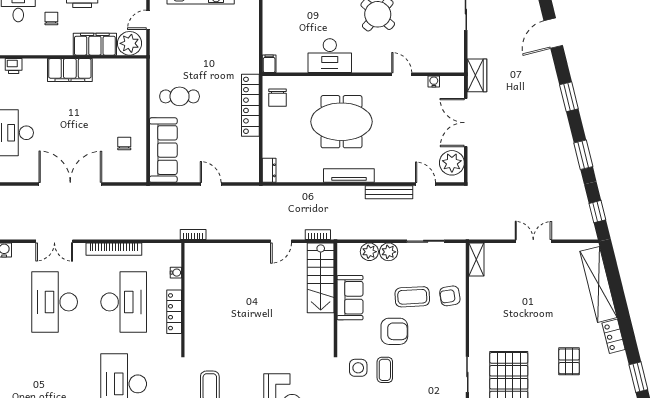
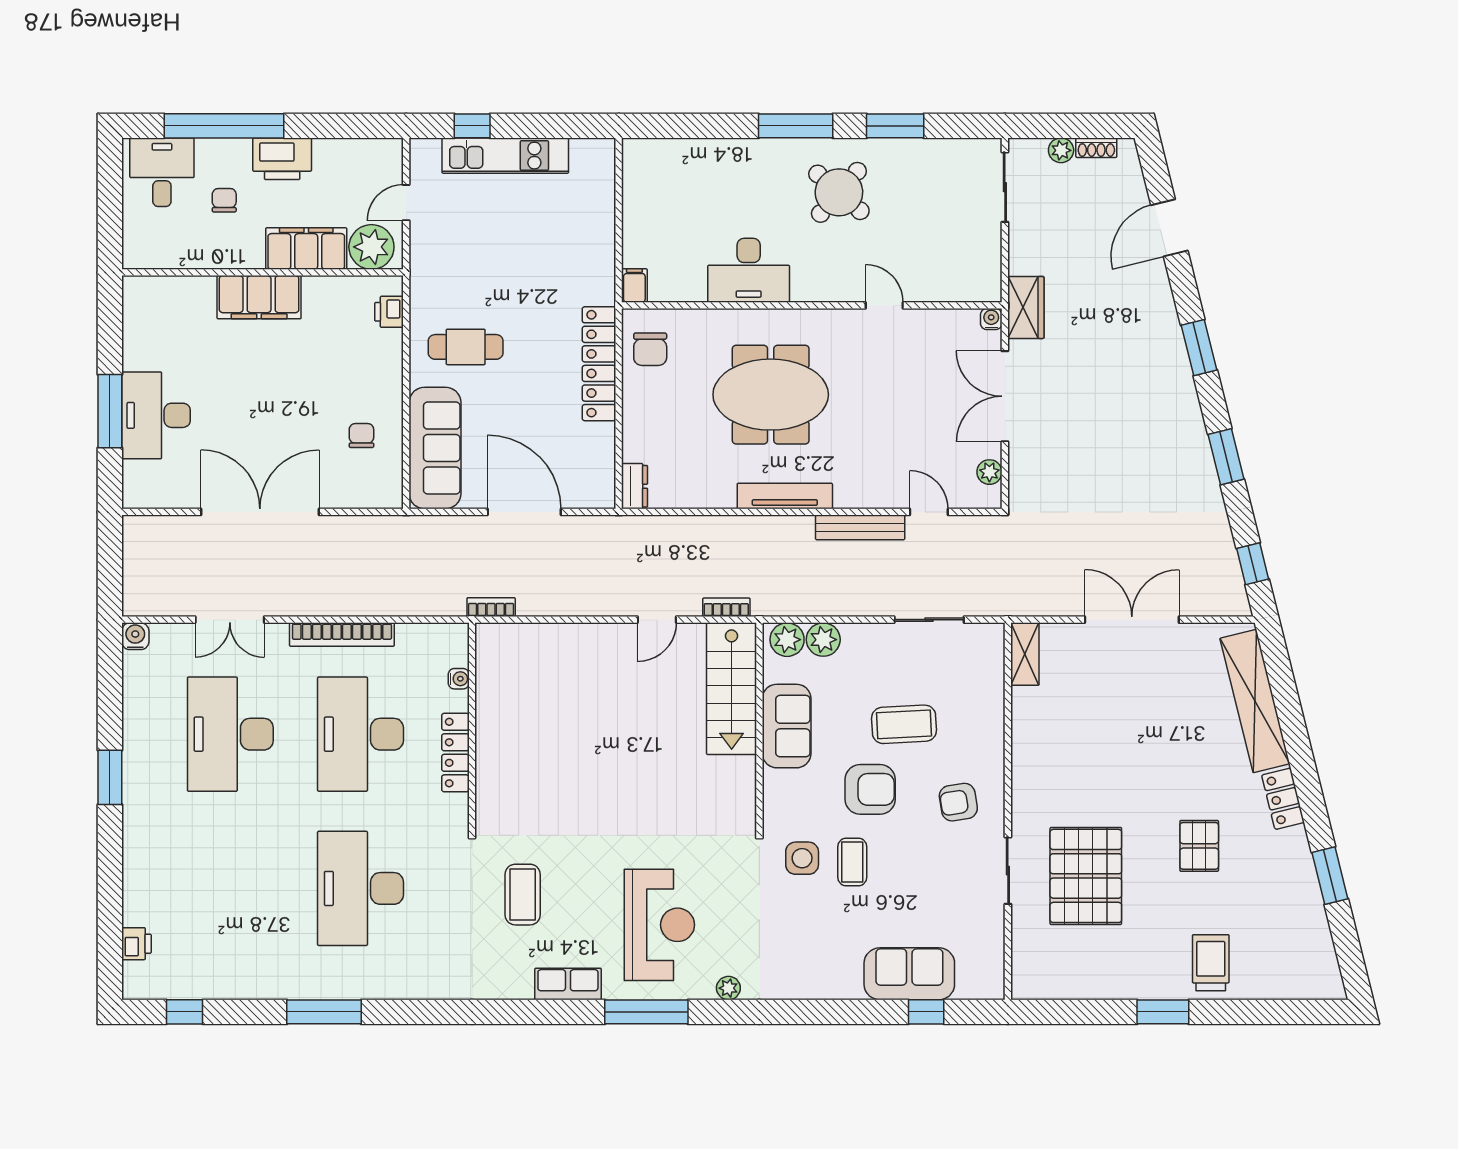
printer: (14, 66) -> (389, 312), moved, turned 90
water cooler: (434, 82) -> (991, 319), moved
plant: (452, 163) -> (989, 472), width x0.53, depth x0.53
door: (211, 184) -> (524, 512), width x1.87
double door: (533, 241) -> (1132, 620), width x1.37
plant: (389, 252) -> (787, 640), moved
armchair: (450, 296) -> (958, 802), moved
desk: (124, 302) -> (360, 734), turned 180

